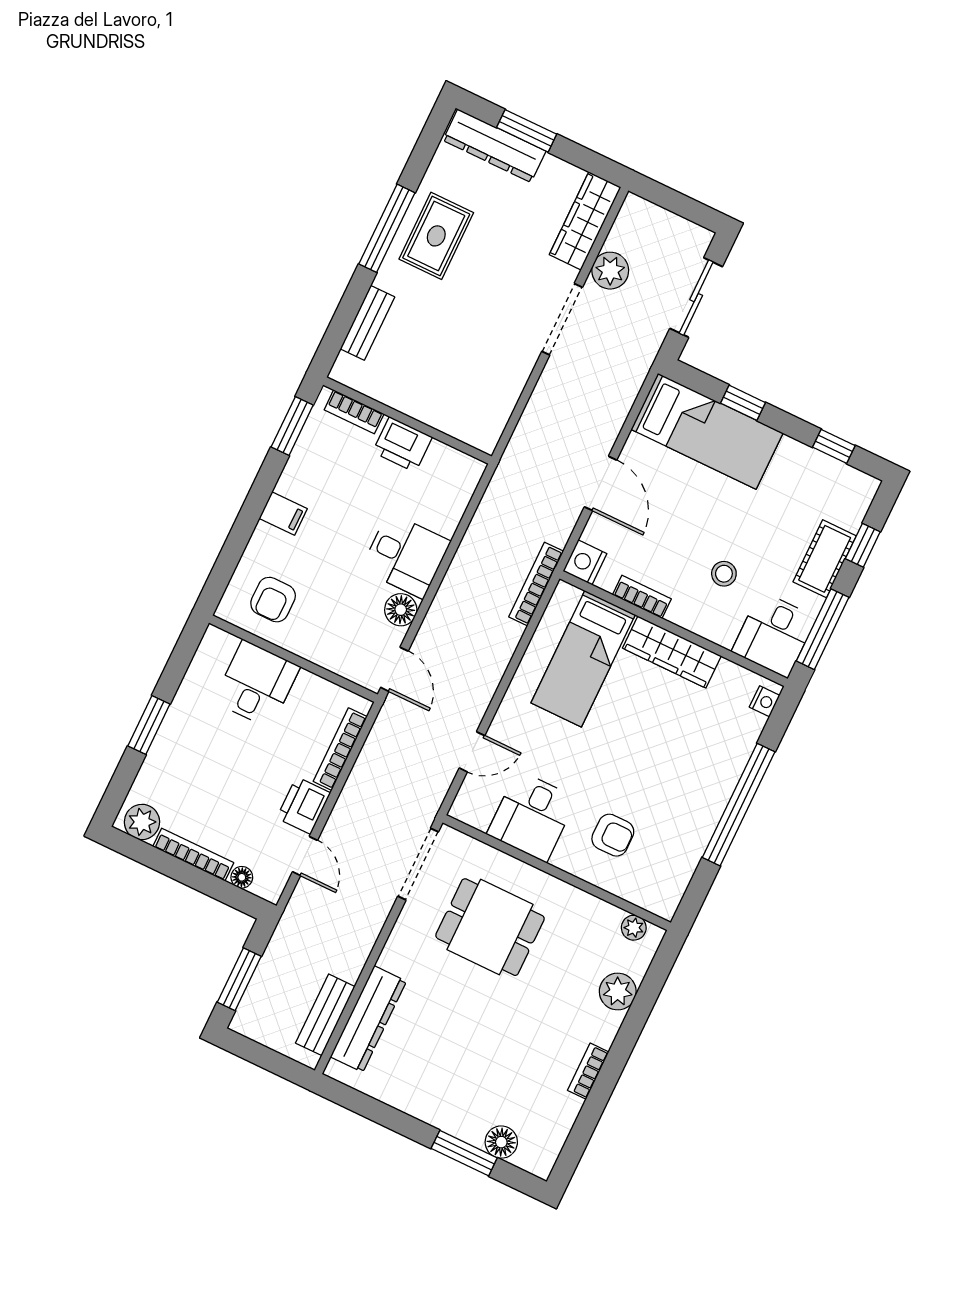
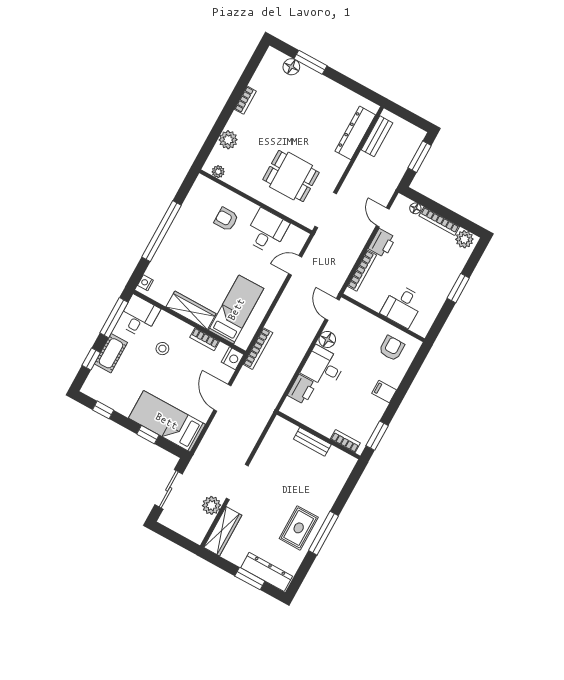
bench: (367, 323) -> (312, 442), moved, turned 90
printer: (402, 445) -> (302, 389), moved, turned 90

